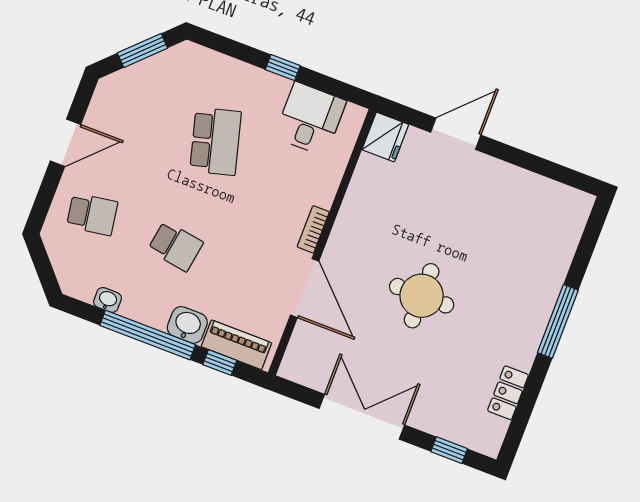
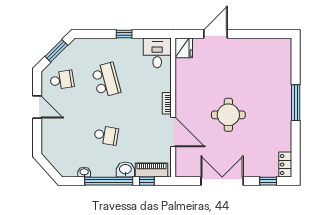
desk: (310, 119) -> (157, 53), moved
door: (66, 143) -> (37, 107), hinge flipped
school desk: (92, 214) -> (62, 80), moved
locker: (508, 393) -> (285, 165), moved

